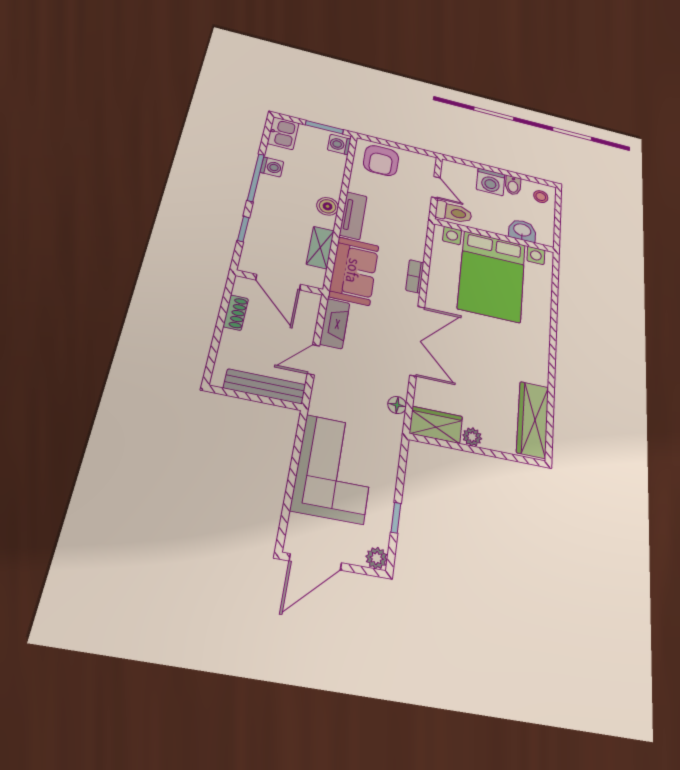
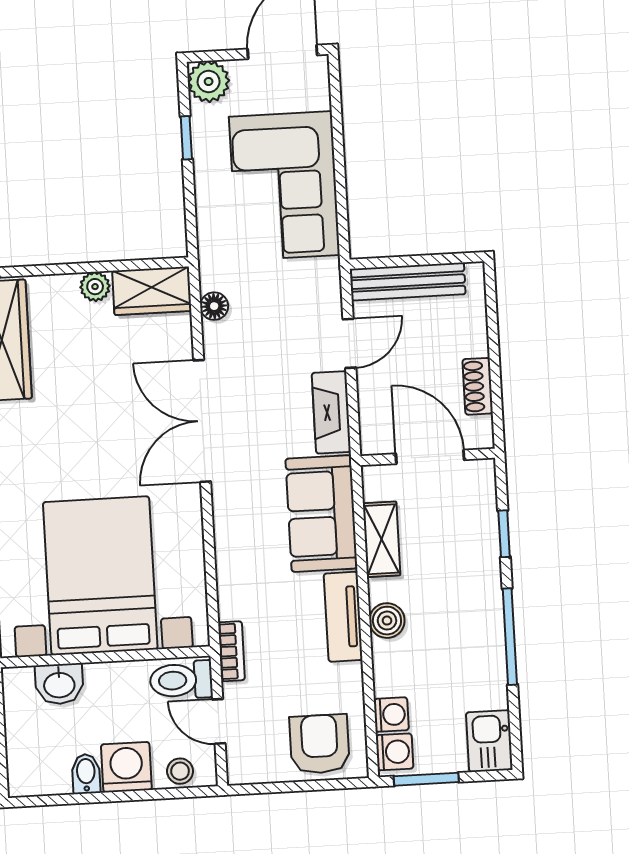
washing machine: (272, 167) -> (391, 715), moved, turned 180
stool: (541, 197) -> (180, 771), moved
bookcase: (415, 276) -> (231, 651), moved
plant: (377, 558) -> (209, 82), width x1.38, depth x1.38

